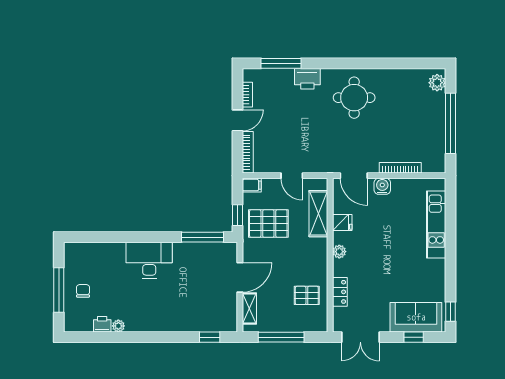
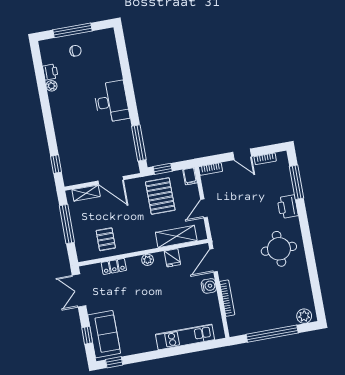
bookcase: (248, 152) -> (211, 169), width x0.64

